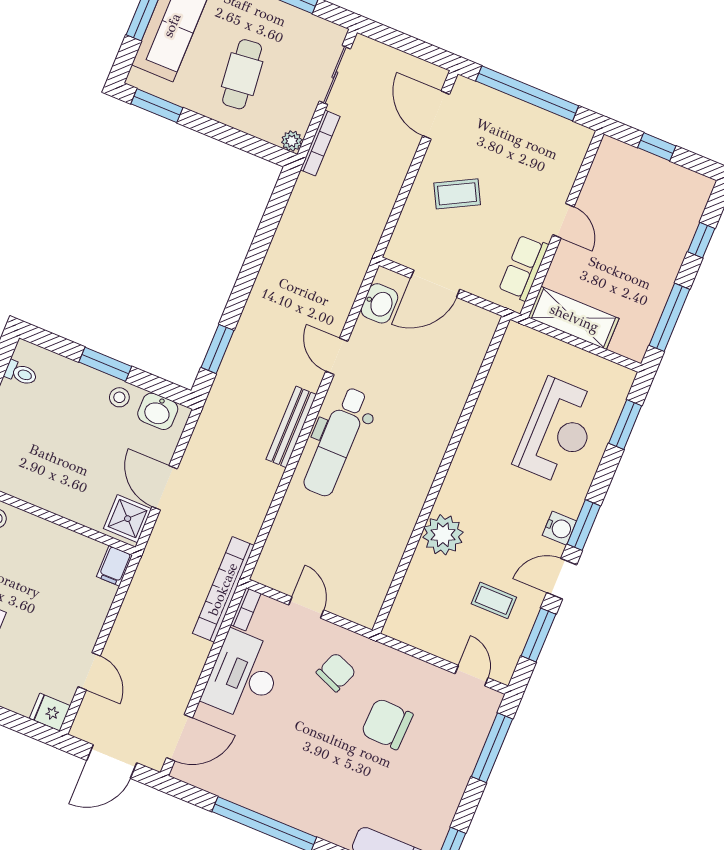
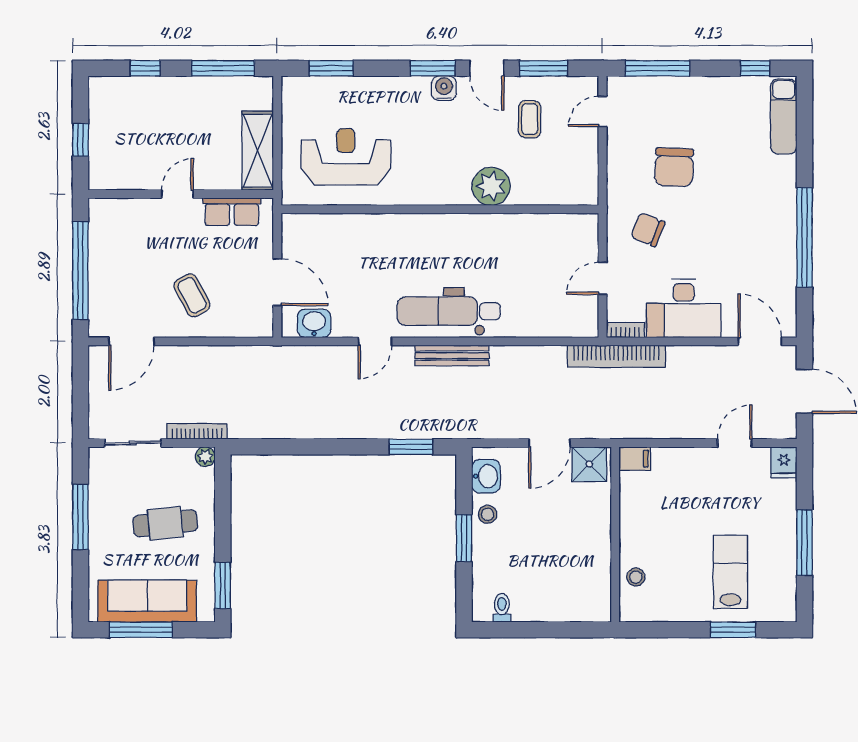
reception desk: (558, 431) -> (346, 157), moved
dental chair: (337, 442) -> (449, 311), turned 180

